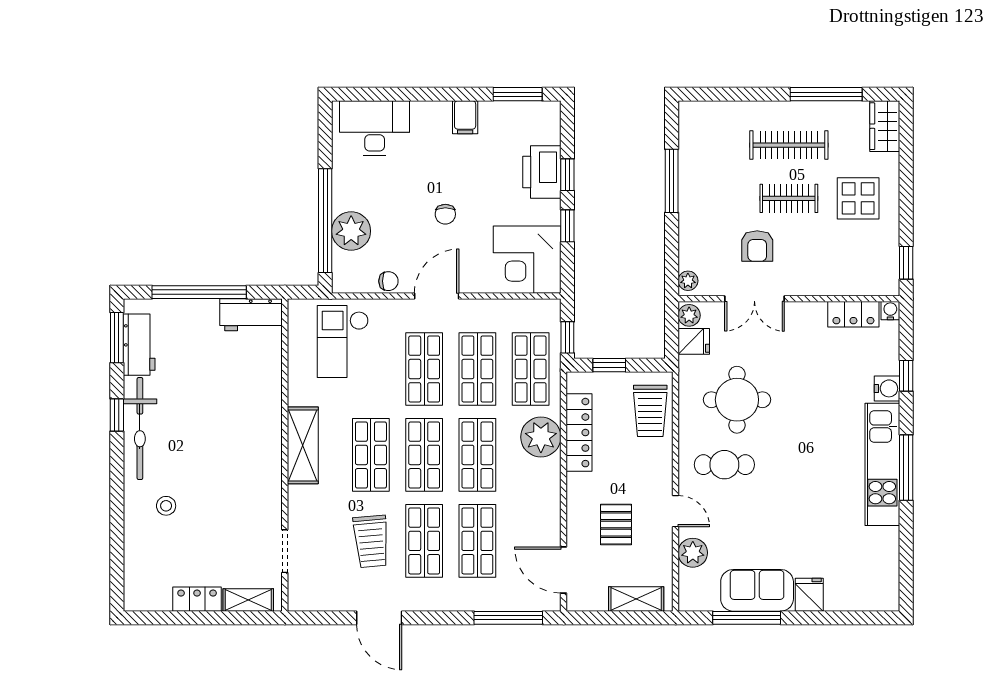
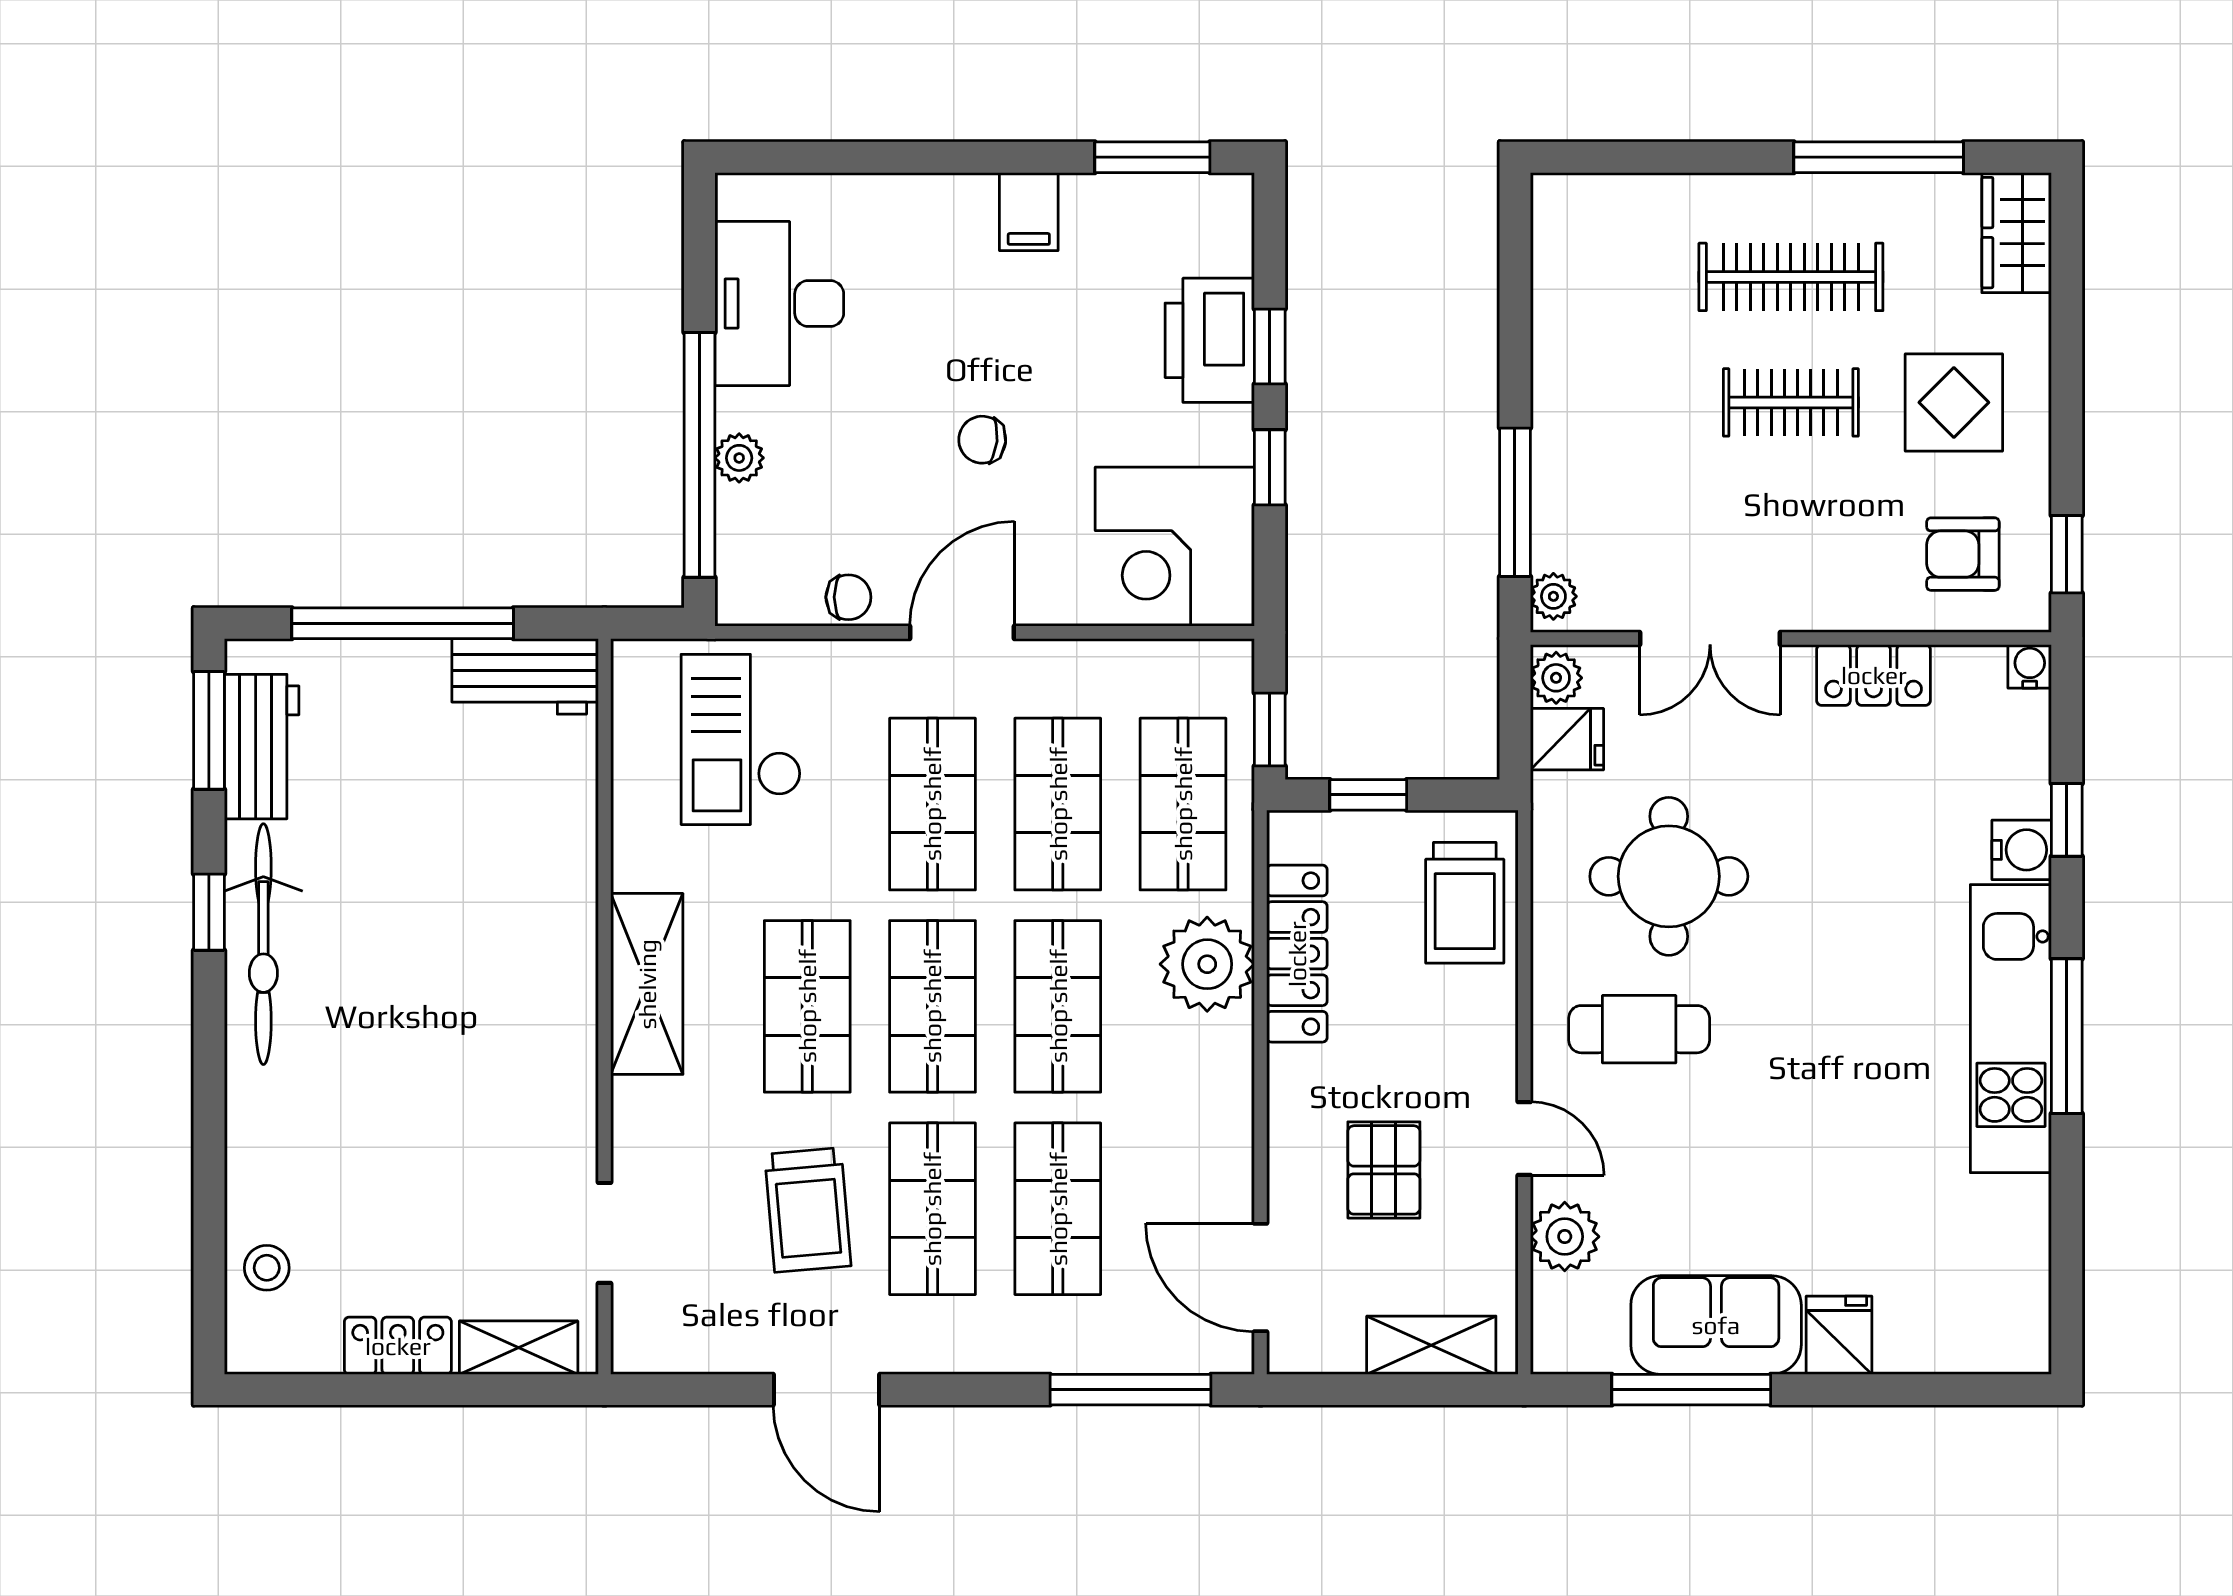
desk: (375, 128) -> (779, 304), moved, turned -90
window: (672, 181) -> (1515, 502), moved
chair: (445, 214) -> (982, 440), turned 96
plant: (351, 231) -> (739, 458), width x0.53, depth x0.53
armchair: (757, 246) -> (1963, 554), moved, turned 90
locker: (853, 314) -> (1874, 675), moved
stool: (166, 506) -> (267, 1268), moved

